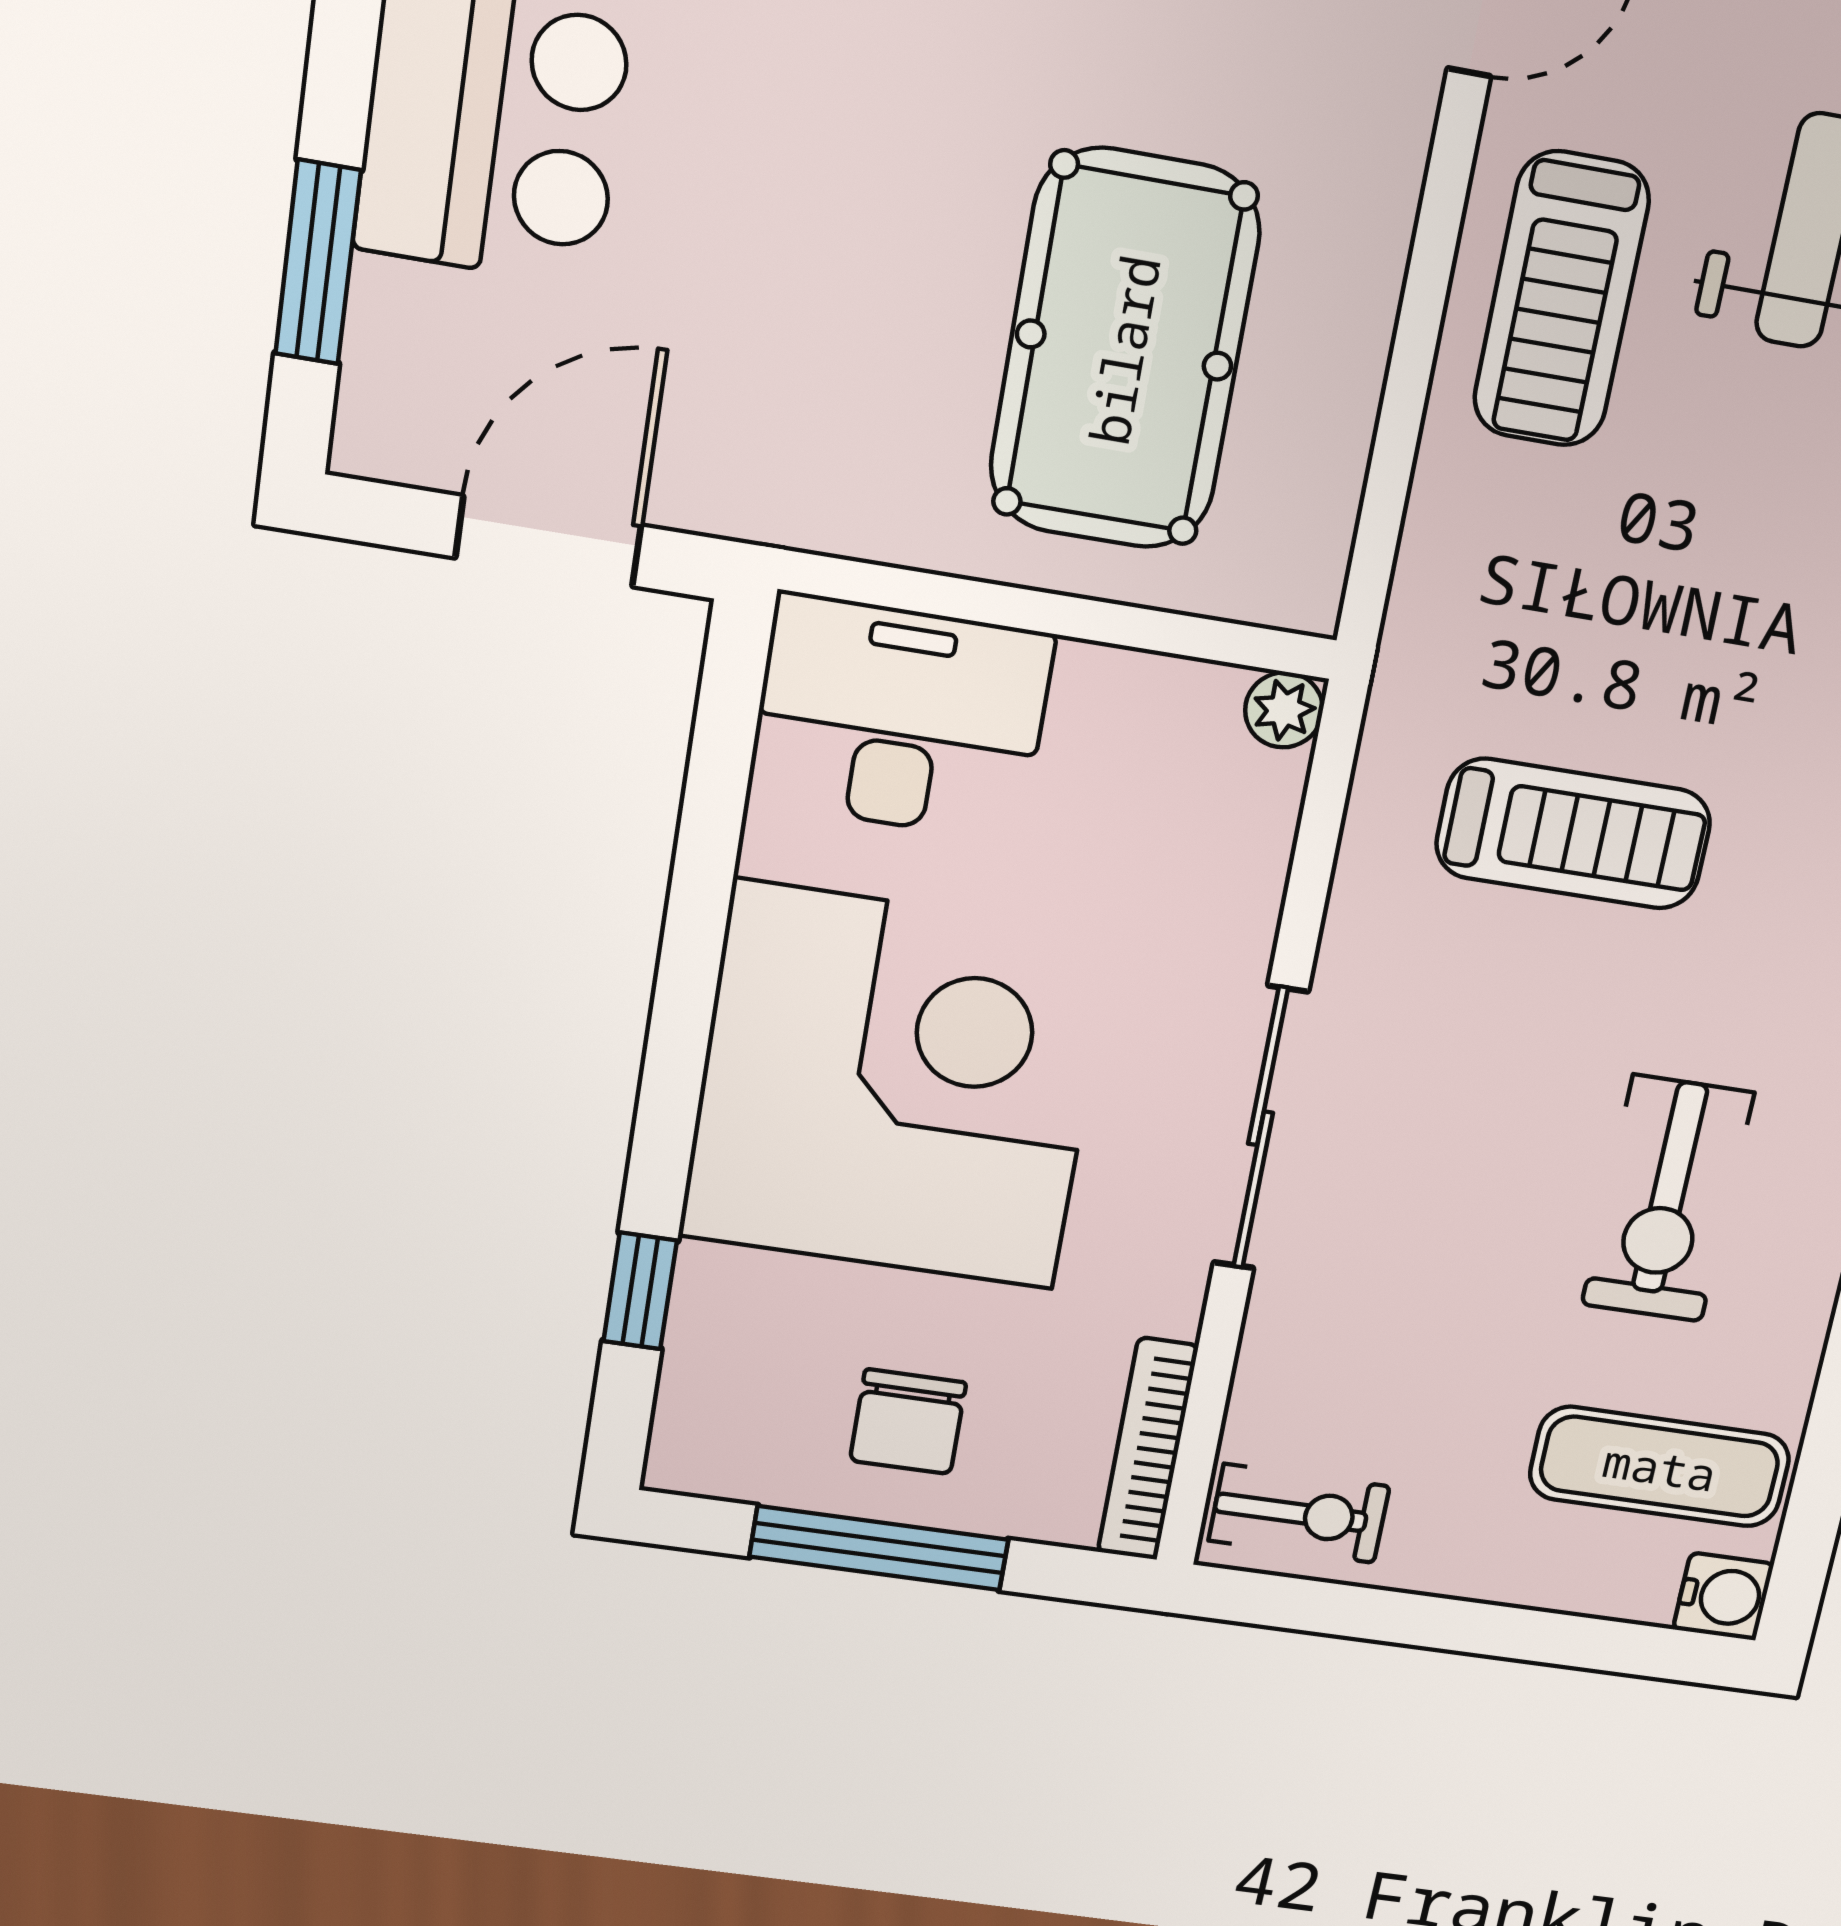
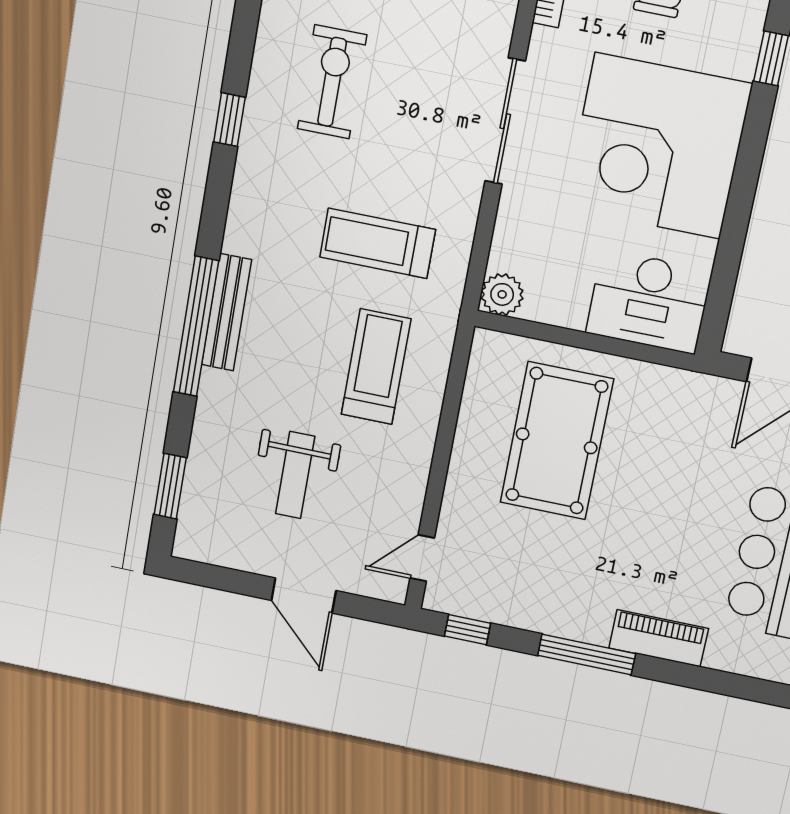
treadmill: (1561, 299) -> (376, 367), moved
plant: (1284, 710) -> (502, 294), width x1.38, depth x1.38

